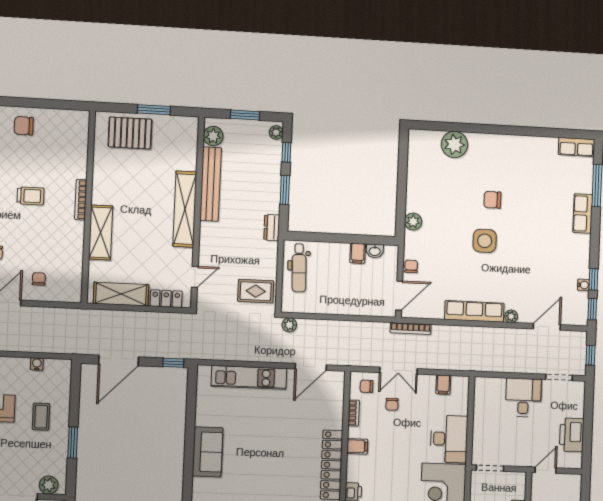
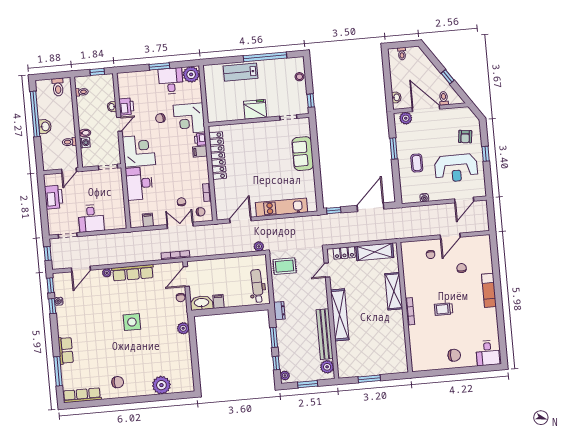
pallet: (130, 133) -> (383, 361), removed
row of seats: (576, 147) -> (82, 395), width x1.48
chair: (492, 200) -> (118, 382), moved
washbasin: (375, 251) -> (202, 303), width x1.91, depth x1.45
filing cabinet: (357, 446) -> (200, 152), moved

